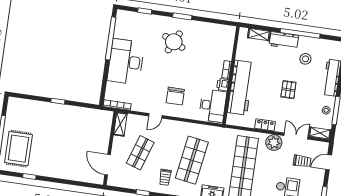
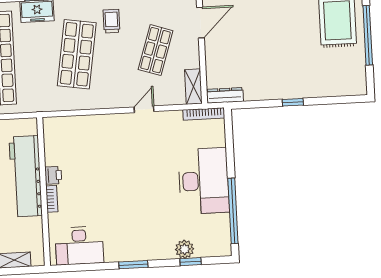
plant: (147, 20) -> (185, 249), added
round table: (174, 42) -> (138, 224), removed
chair: (175, 96) -> (120, 144), removed
desk: (213, 106) -> (79, 246), moved, turned -90
dresser: (101, 114) -> (225, 95), added
door: (108, 165) -> (200, 23), hinge flipped

